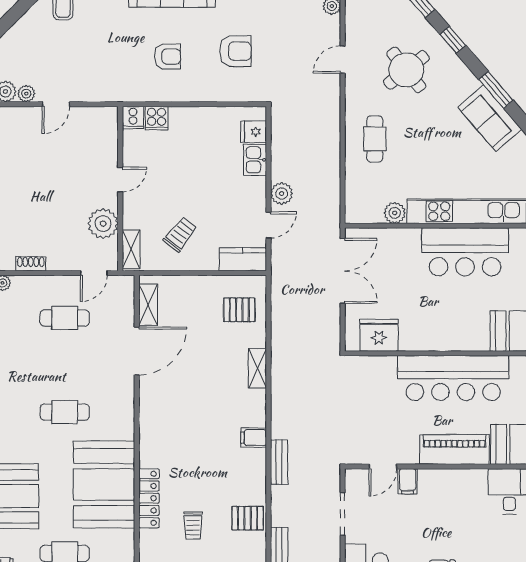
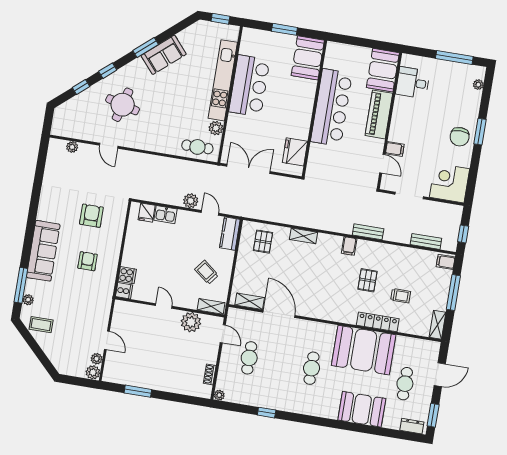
round table: (406, 70) -> (123, 105), turned -37
cafe table: (375, 139) -> (197, 147), moved
pallet: (248, 518) -> (367, 280), moved

